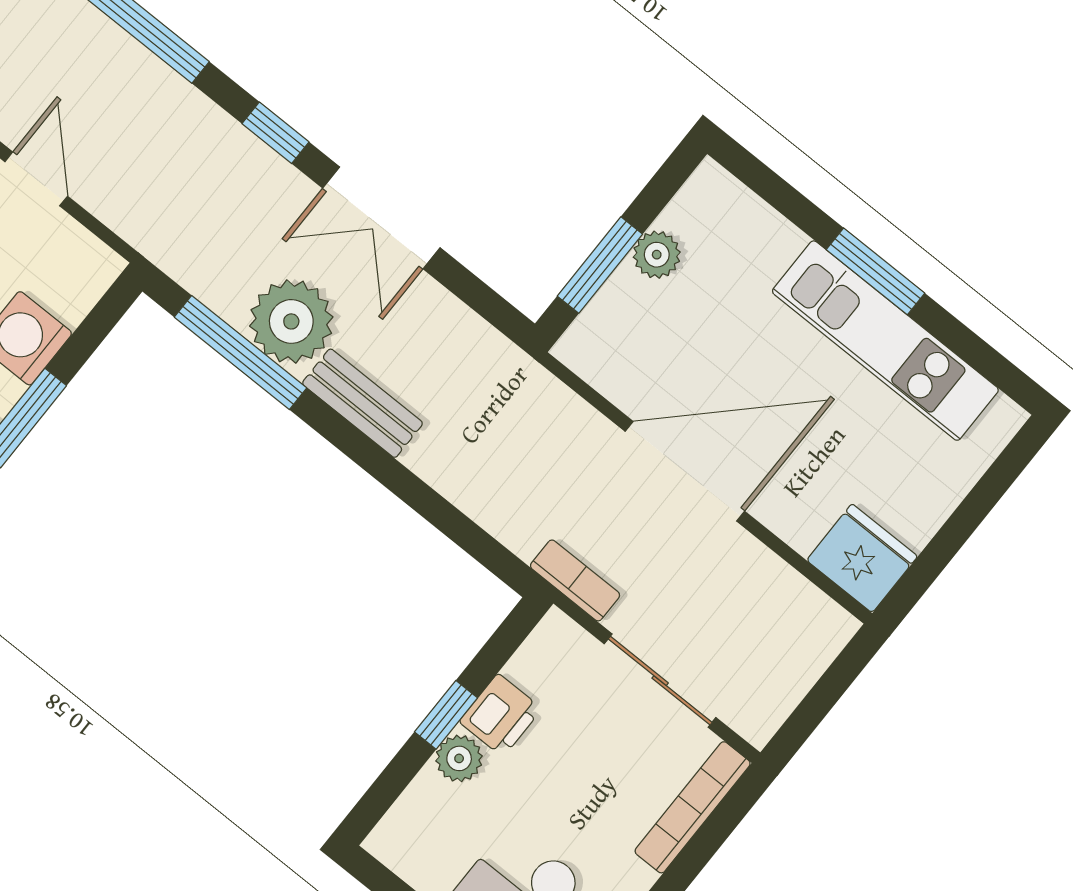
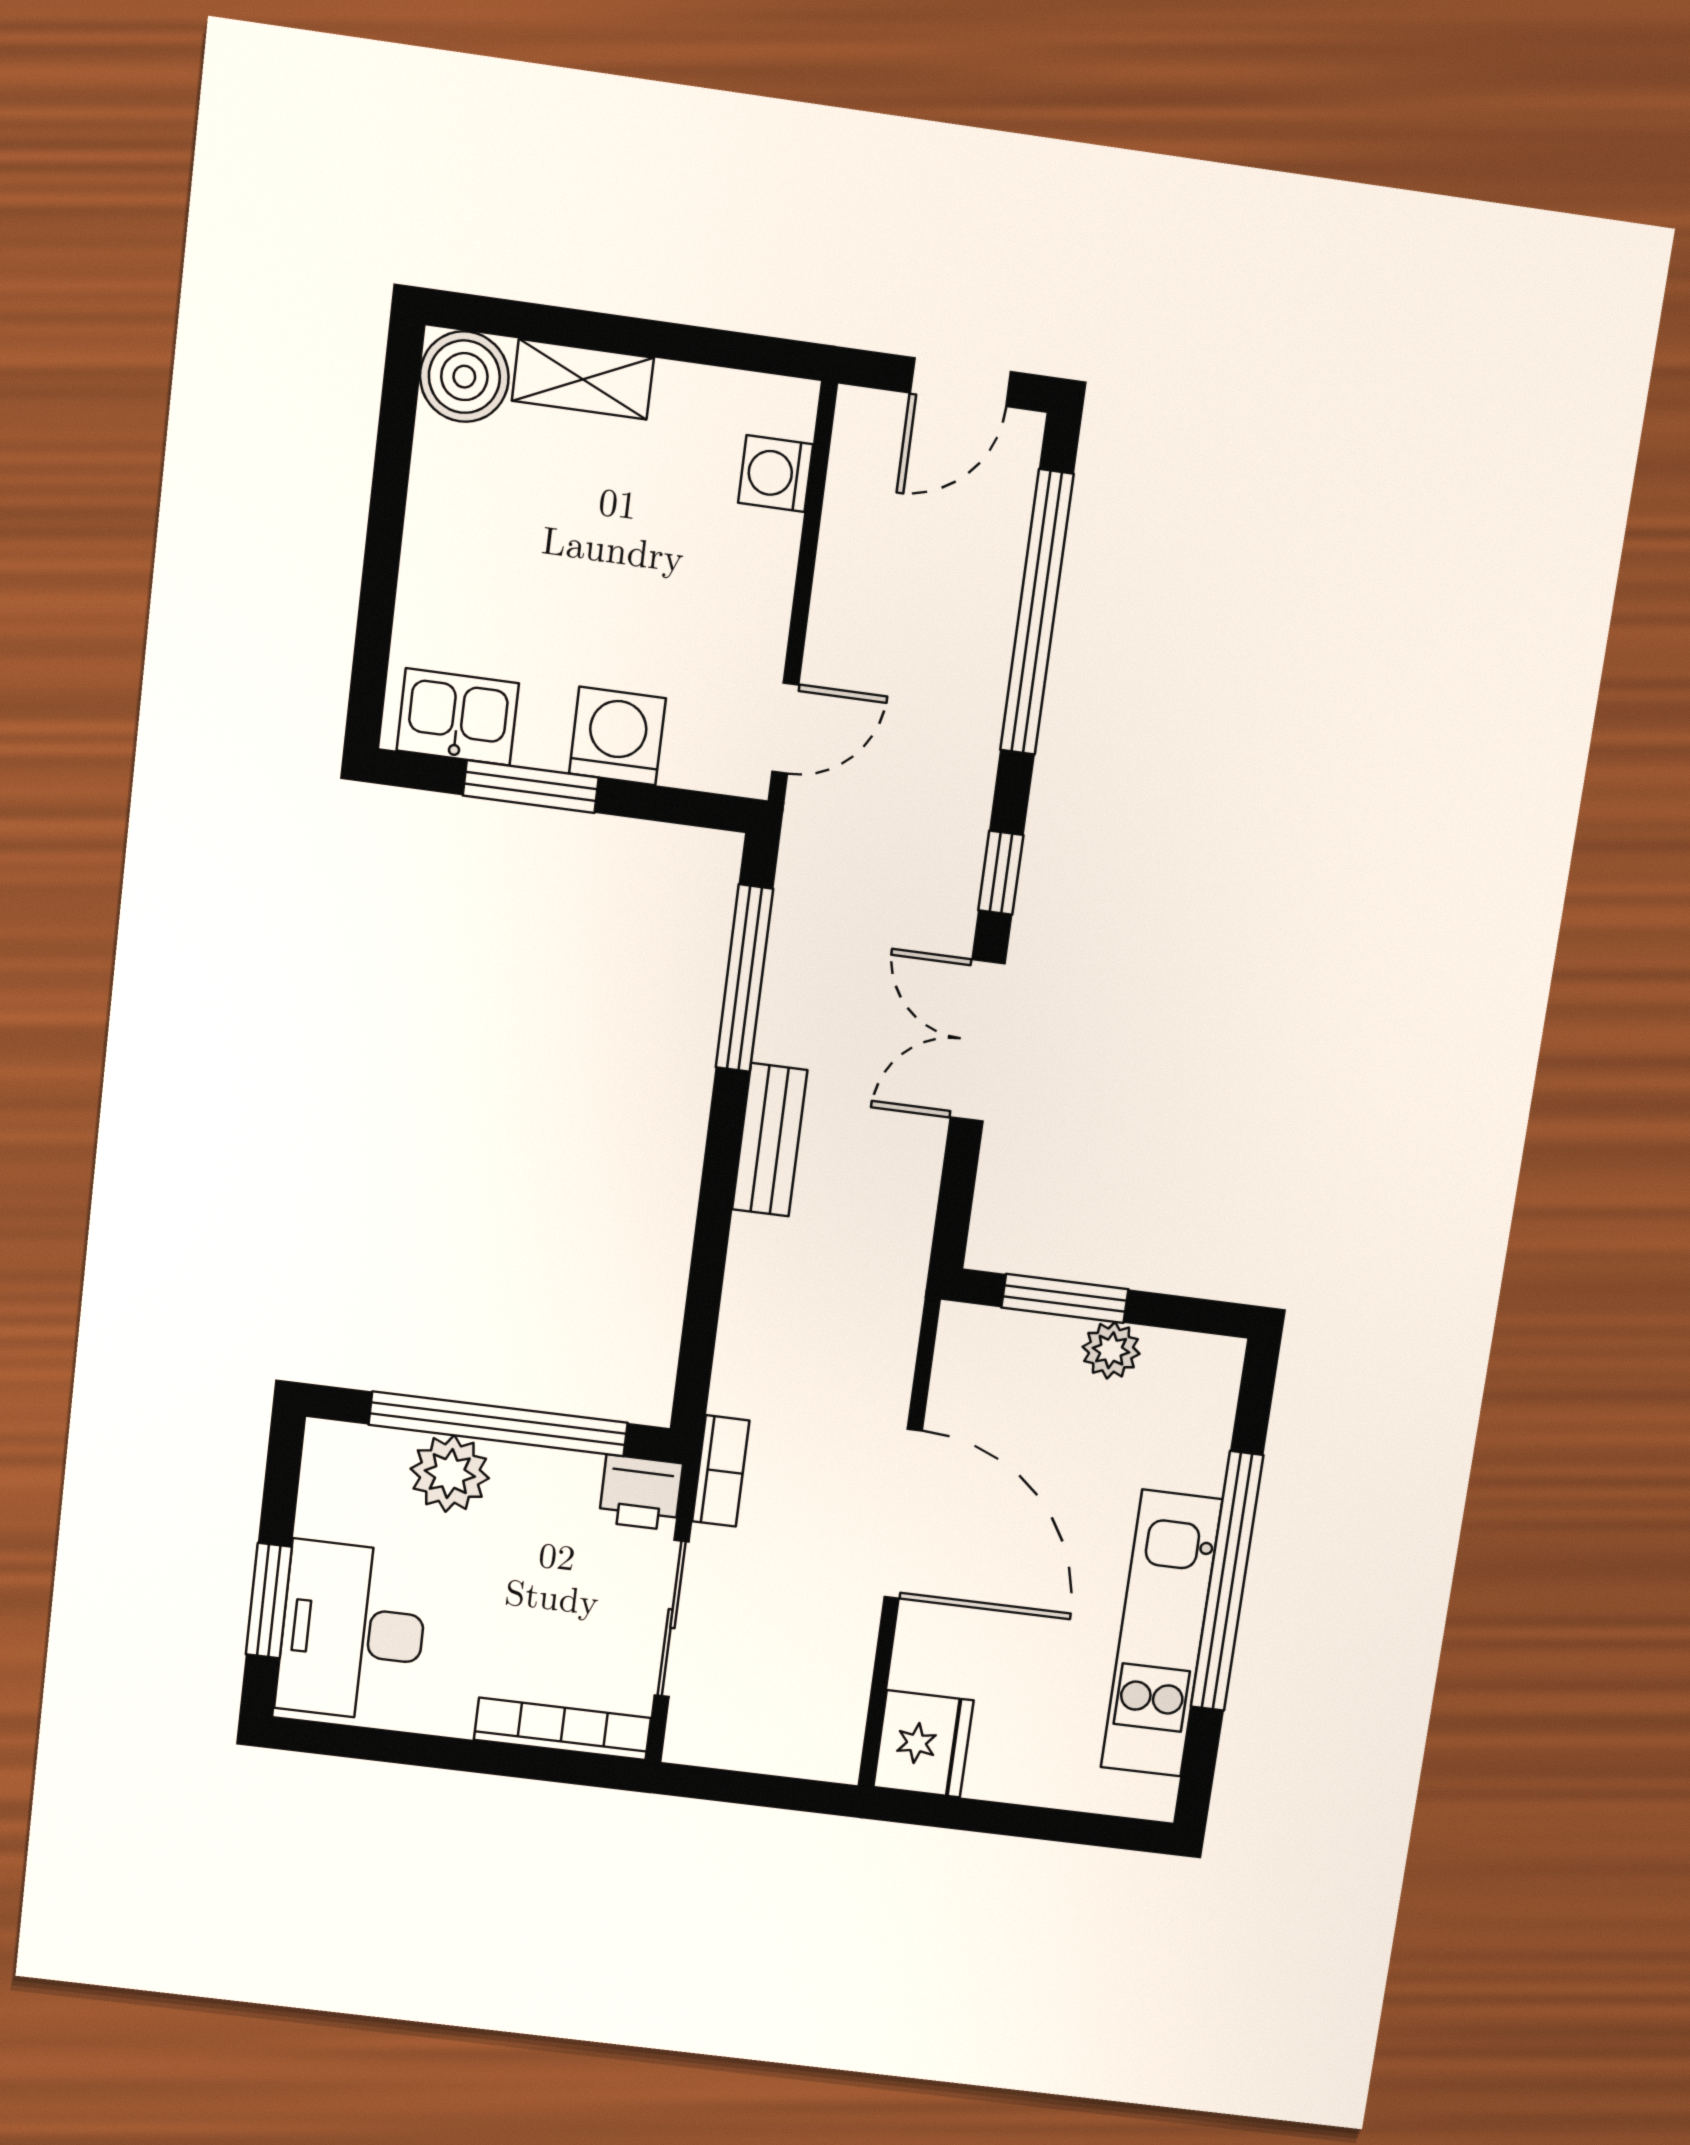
door: (36, 179) -> (785, 728), moved
window: (875, 271) -> (1227, 1581), width x2.11
plant: (291, 321) -> (810, 1012), removed
window: (446, 715) -> (498, 1424), width x3.17
printer: (500, 715) -> (641, 1493), moved
plant: (459, 758) -> (450, 1474), width x1.38, depth x1.38

